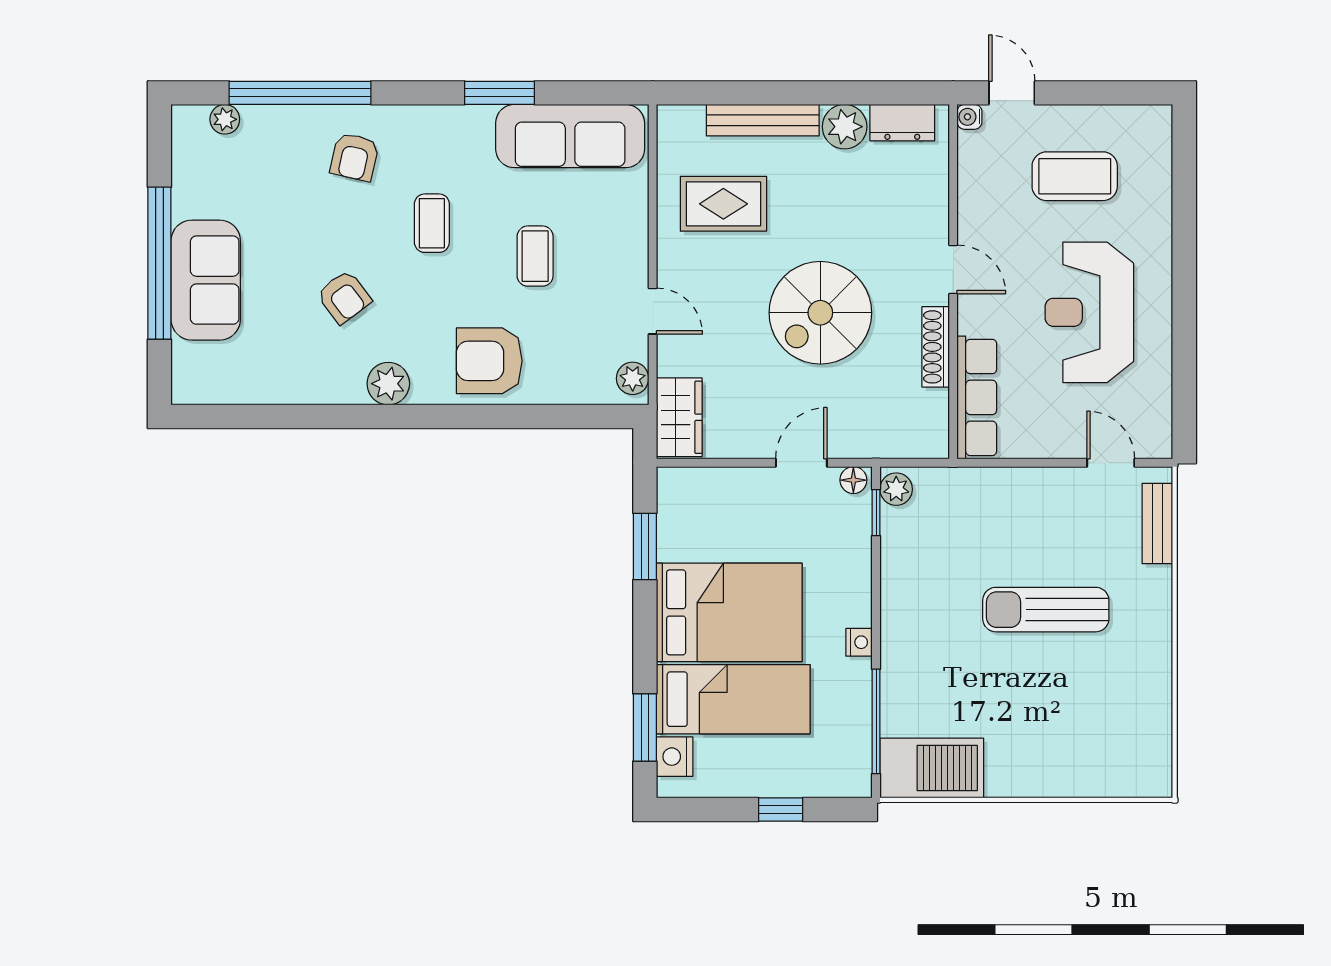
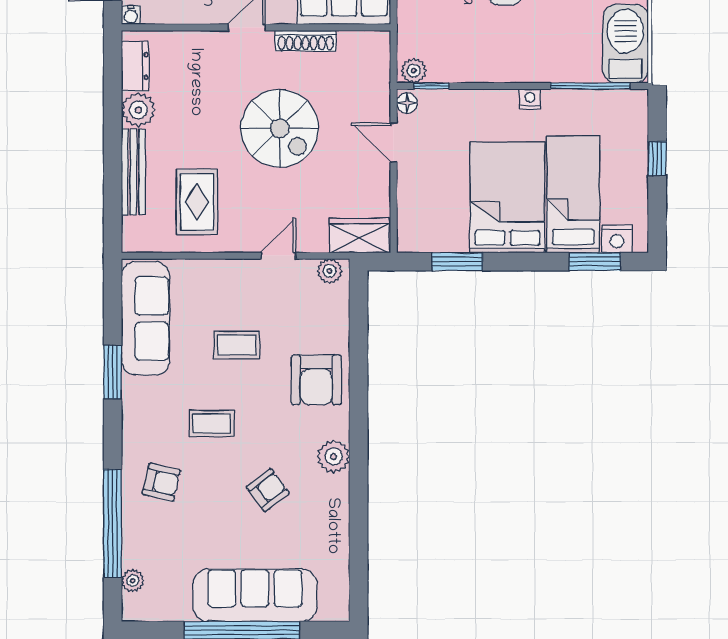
sofa: (206, 280) -> (255, 595), width x1.36

